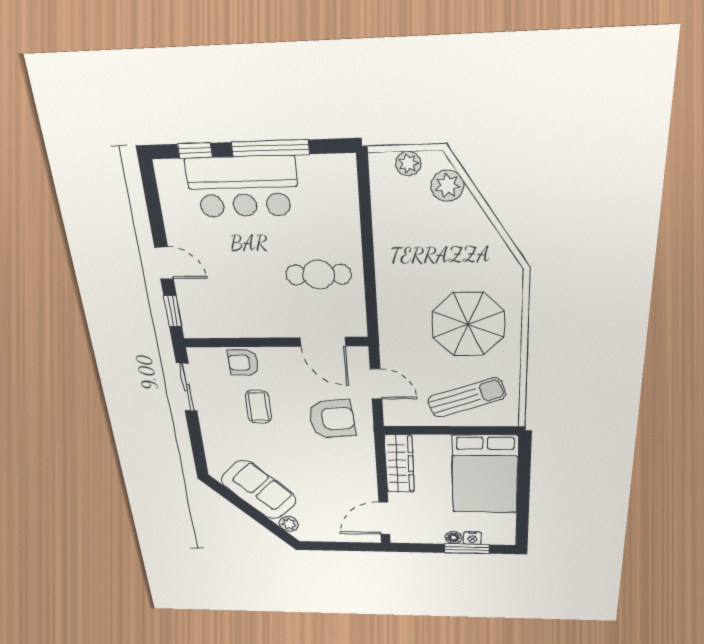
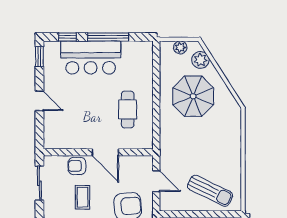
cafe table: (319, 275) -> (128, 109), turned 90
window: (173, 311) -> (39, 57), moved
parasol: (468, 324) -> (193, 96), moved
door: (323, 342) -> (105, 152), moved
sun lounger: (467, 398) -> (210, 191), turned 45

